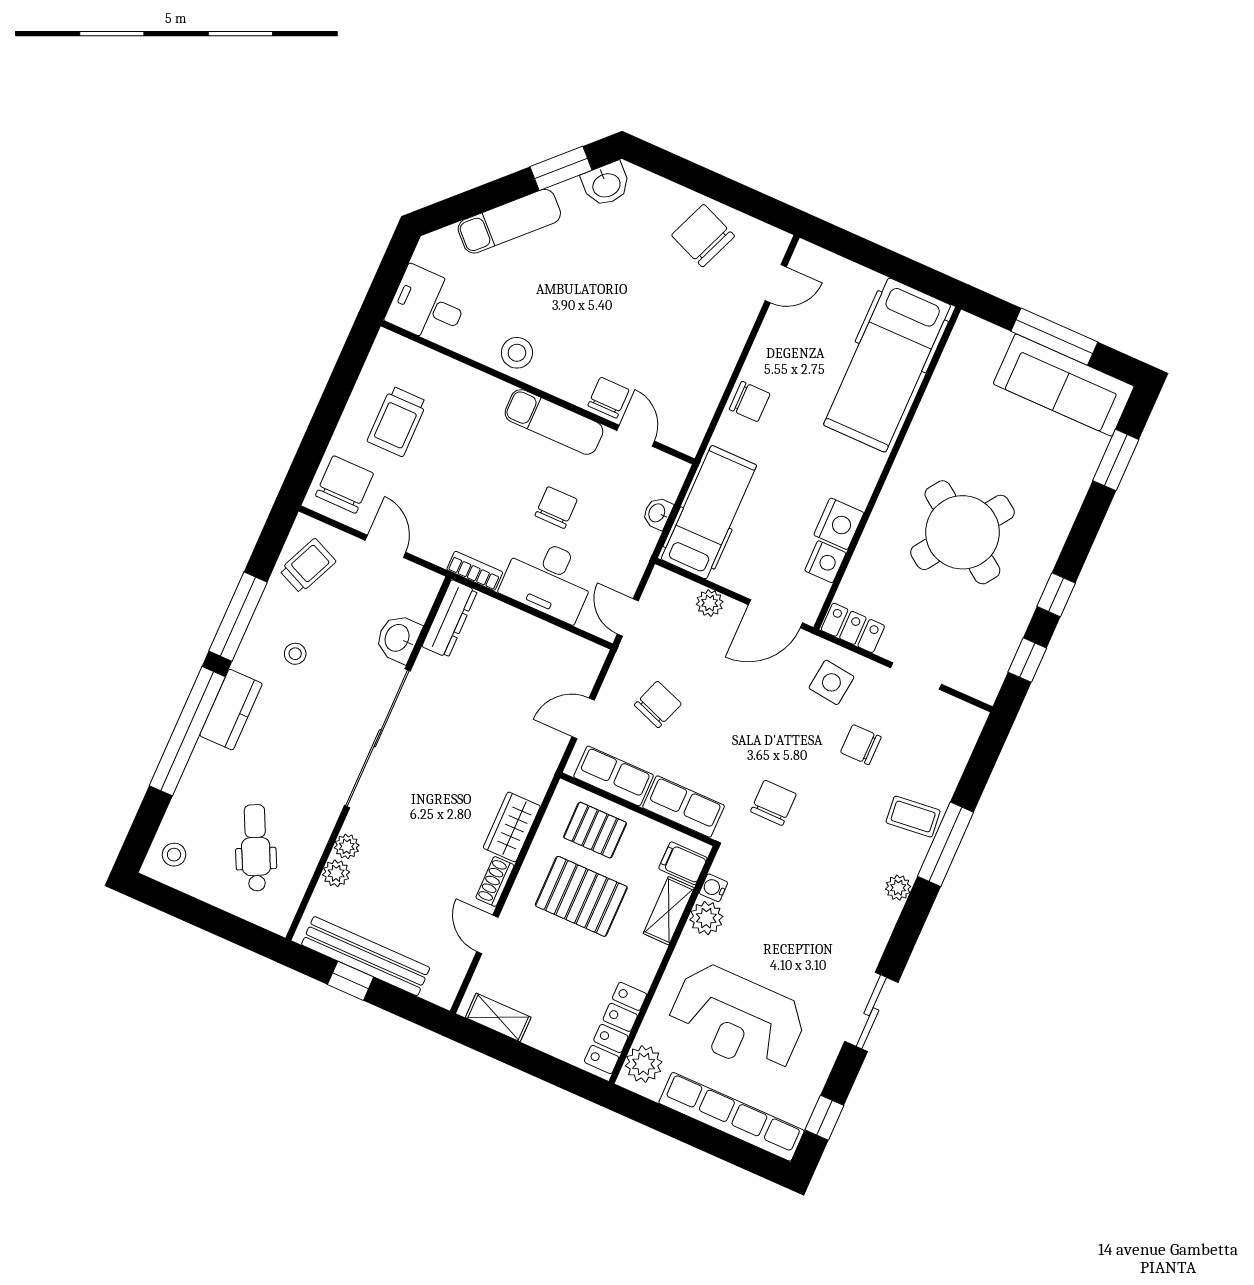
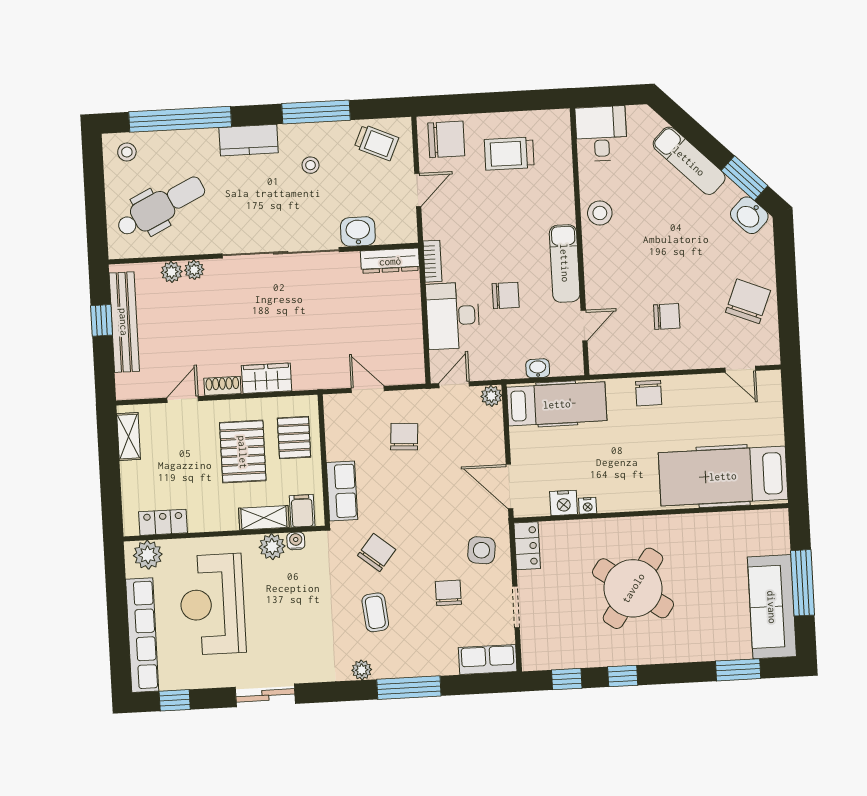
chair: (609, 398) -> (667, 316), moved
nightstand: (839, 524) -> (588, 506), width x0.53, depth x0.56
plant: (710, 603) -> (491, 396), moved
chair: (658, 704) -> (404, 437), turned -106
window: (187, 731) -> (180, 119), moved
row of seats: (614, 776) -> (488, 660), moved, turned -90
chair: (773, 803) -> (377, 553), turned -51
coffee table: (913, 817) -> (375, 612), moved
dental chair: (256, 848) -> (161, 207), width x1.36, depth x1.38
locker: (616, 1028) -> (163, 522), width x0.66

